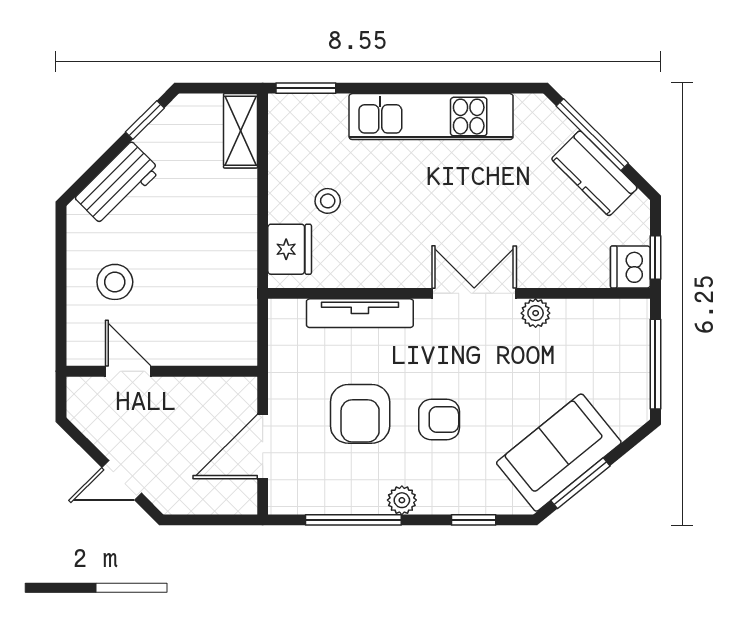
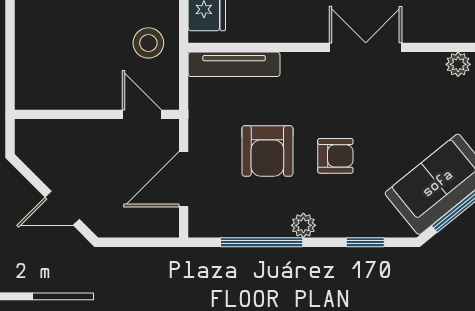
stool: (115, 282) -> (148, 43), moved
tv unit: (360, 313) -> (234, 64), moved
plant: (536, 313) -> (458, 64), moved
door: (128, 371) -> (142, 114), moved

